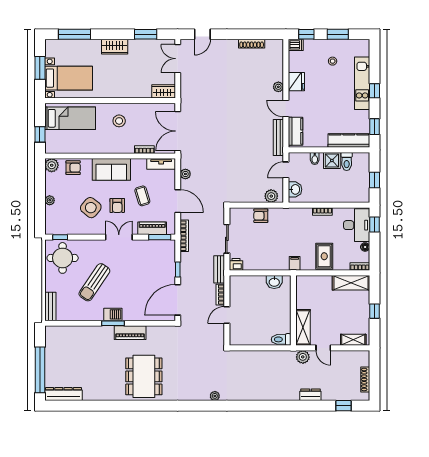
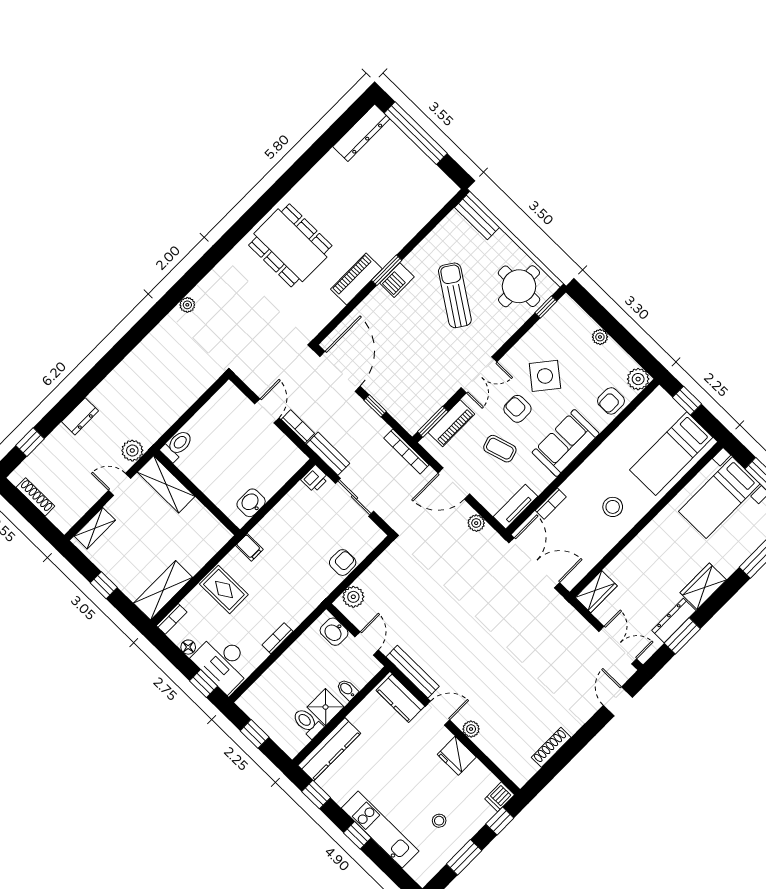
dresser: (143, 45) -> (674, 621), added

